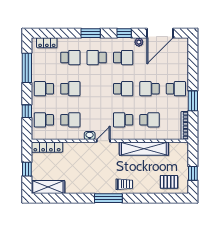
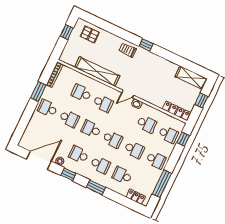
school desk: (70, 89) -> (134, 150), turned 180
school desk: (97, 89) -> (113, 139), added
window: (27, 111) -> (183, 139), moved
school desk: (70, 120) -> (147, 124), turned 180
window: (108, 198) -> (146, 45), width x0.46

